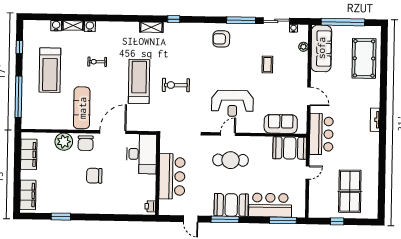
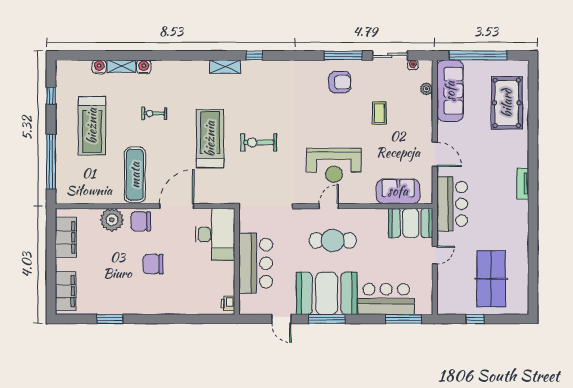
armchair: (221, 39) -> (340, 82), moved, turned 180
chair: (86, 143) -> (141, 221), turned 90
booth: (231, 205) -> (327, 293), width x1.36, depth x1.42

